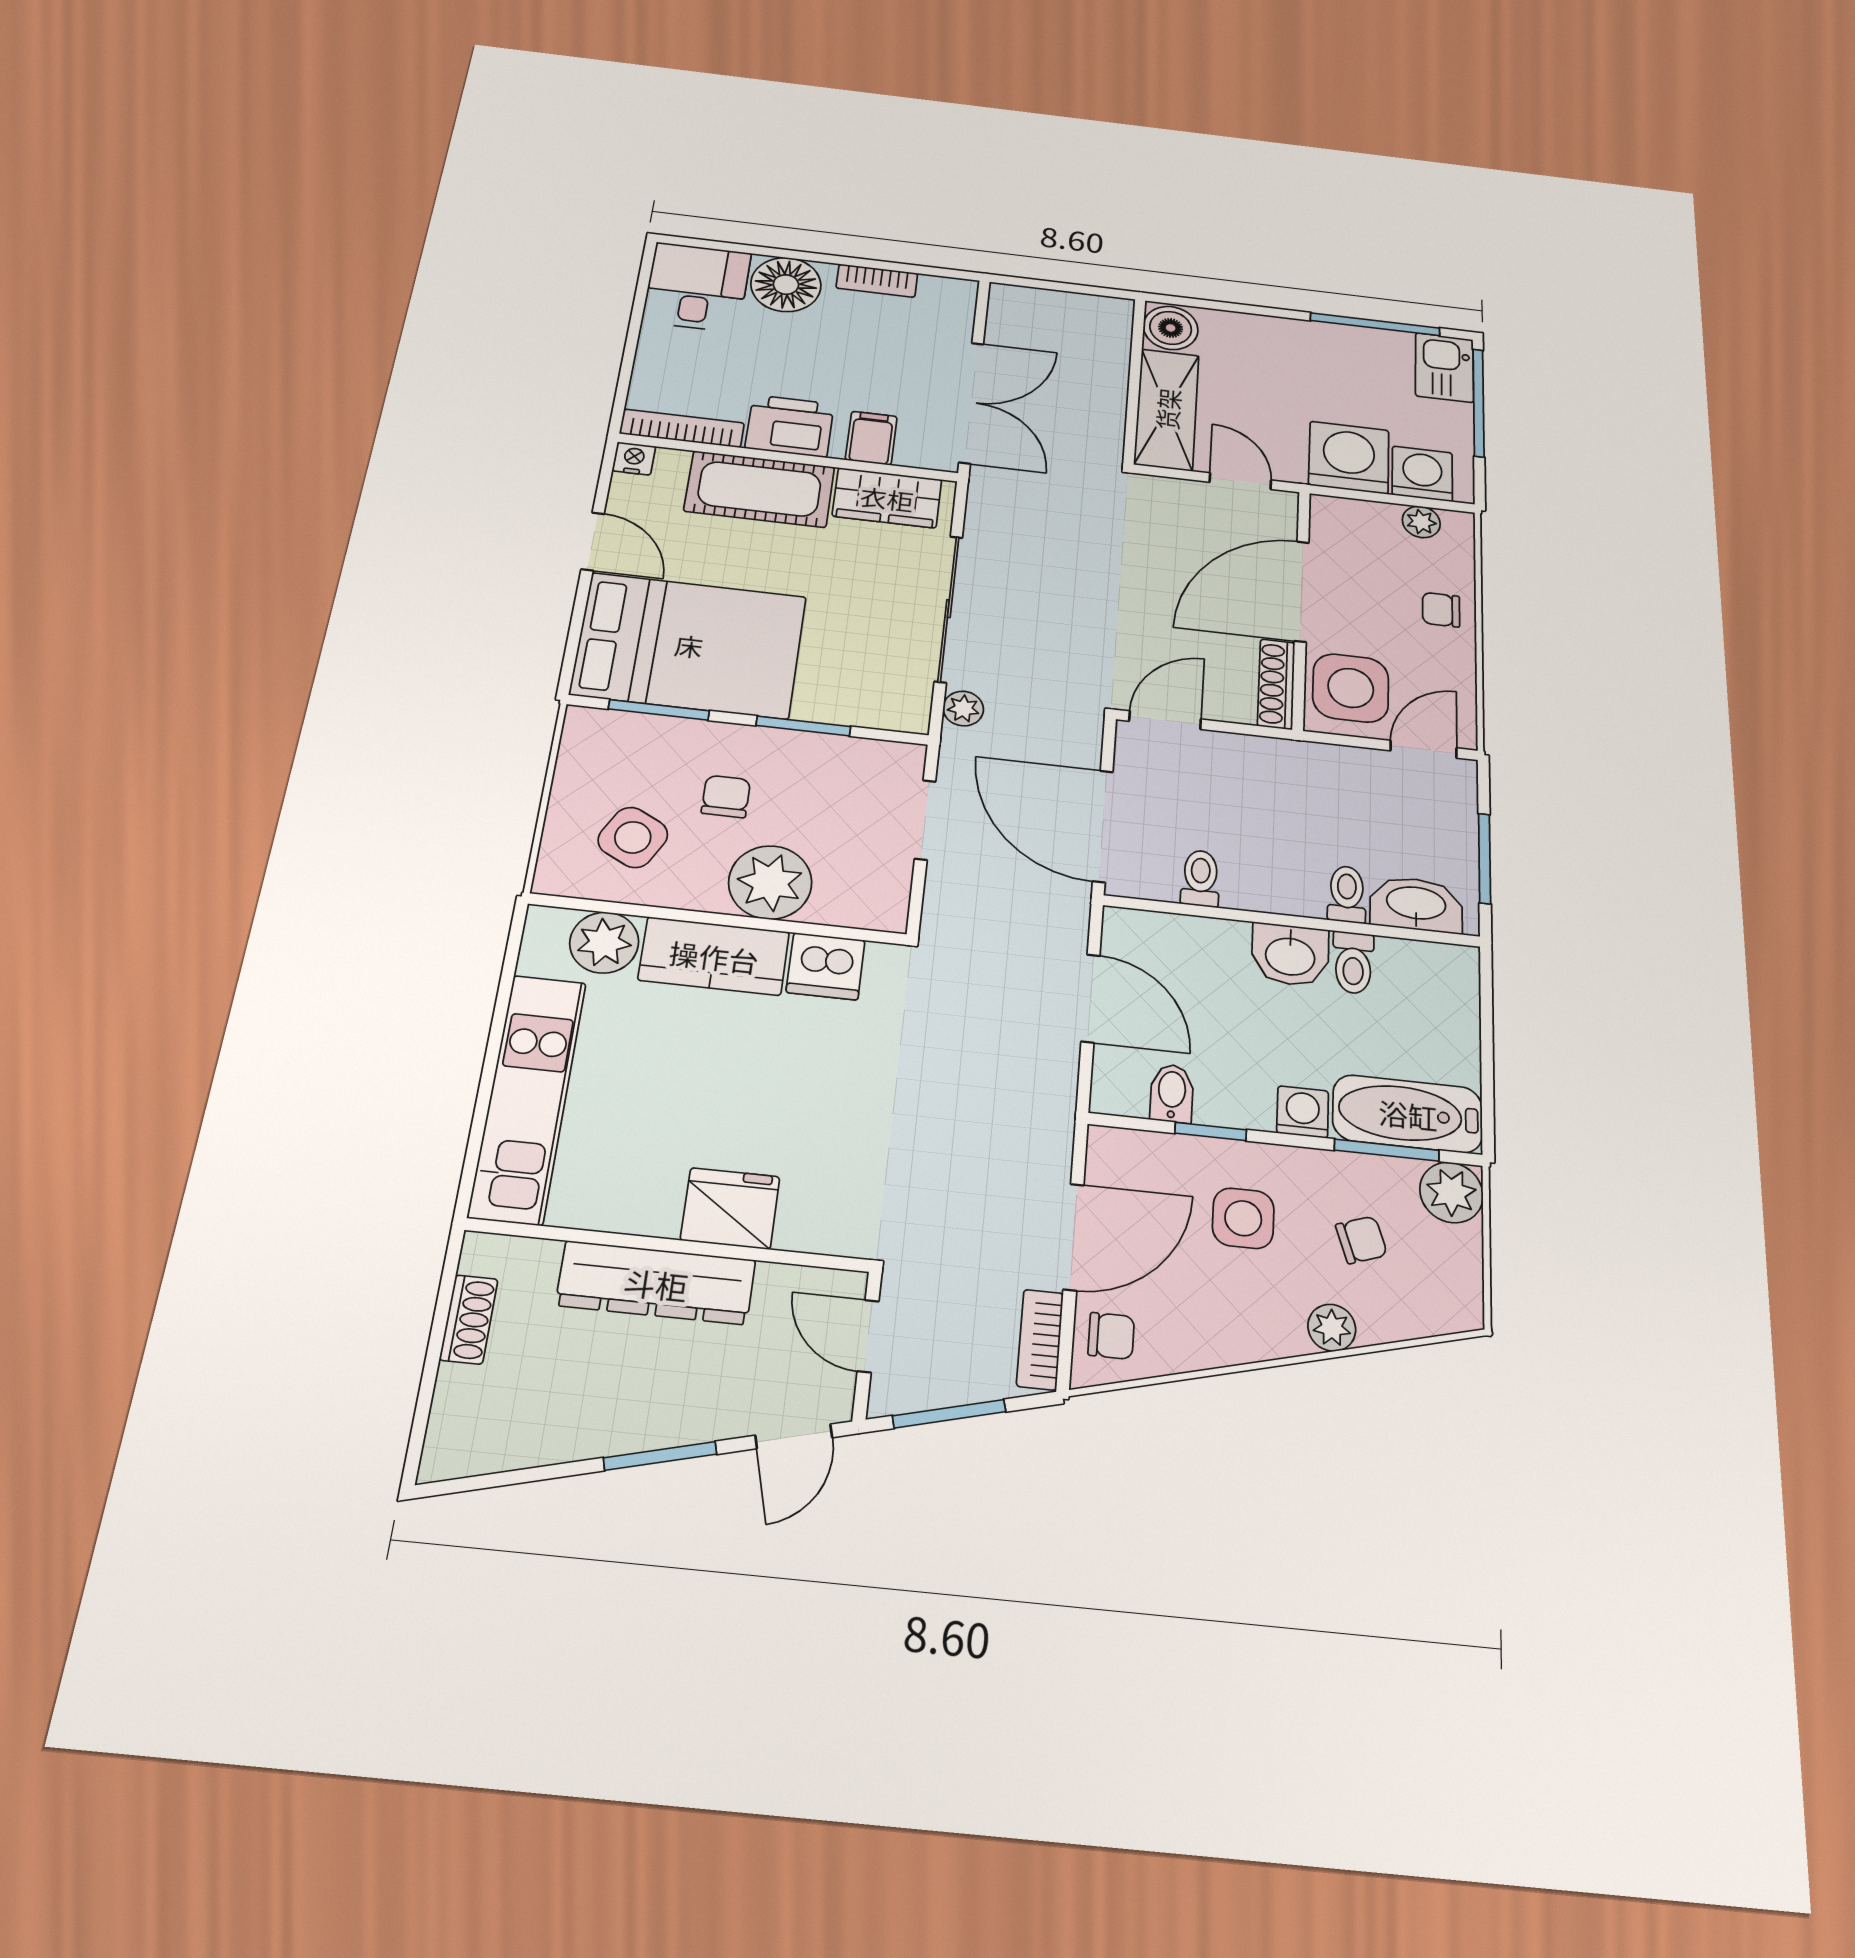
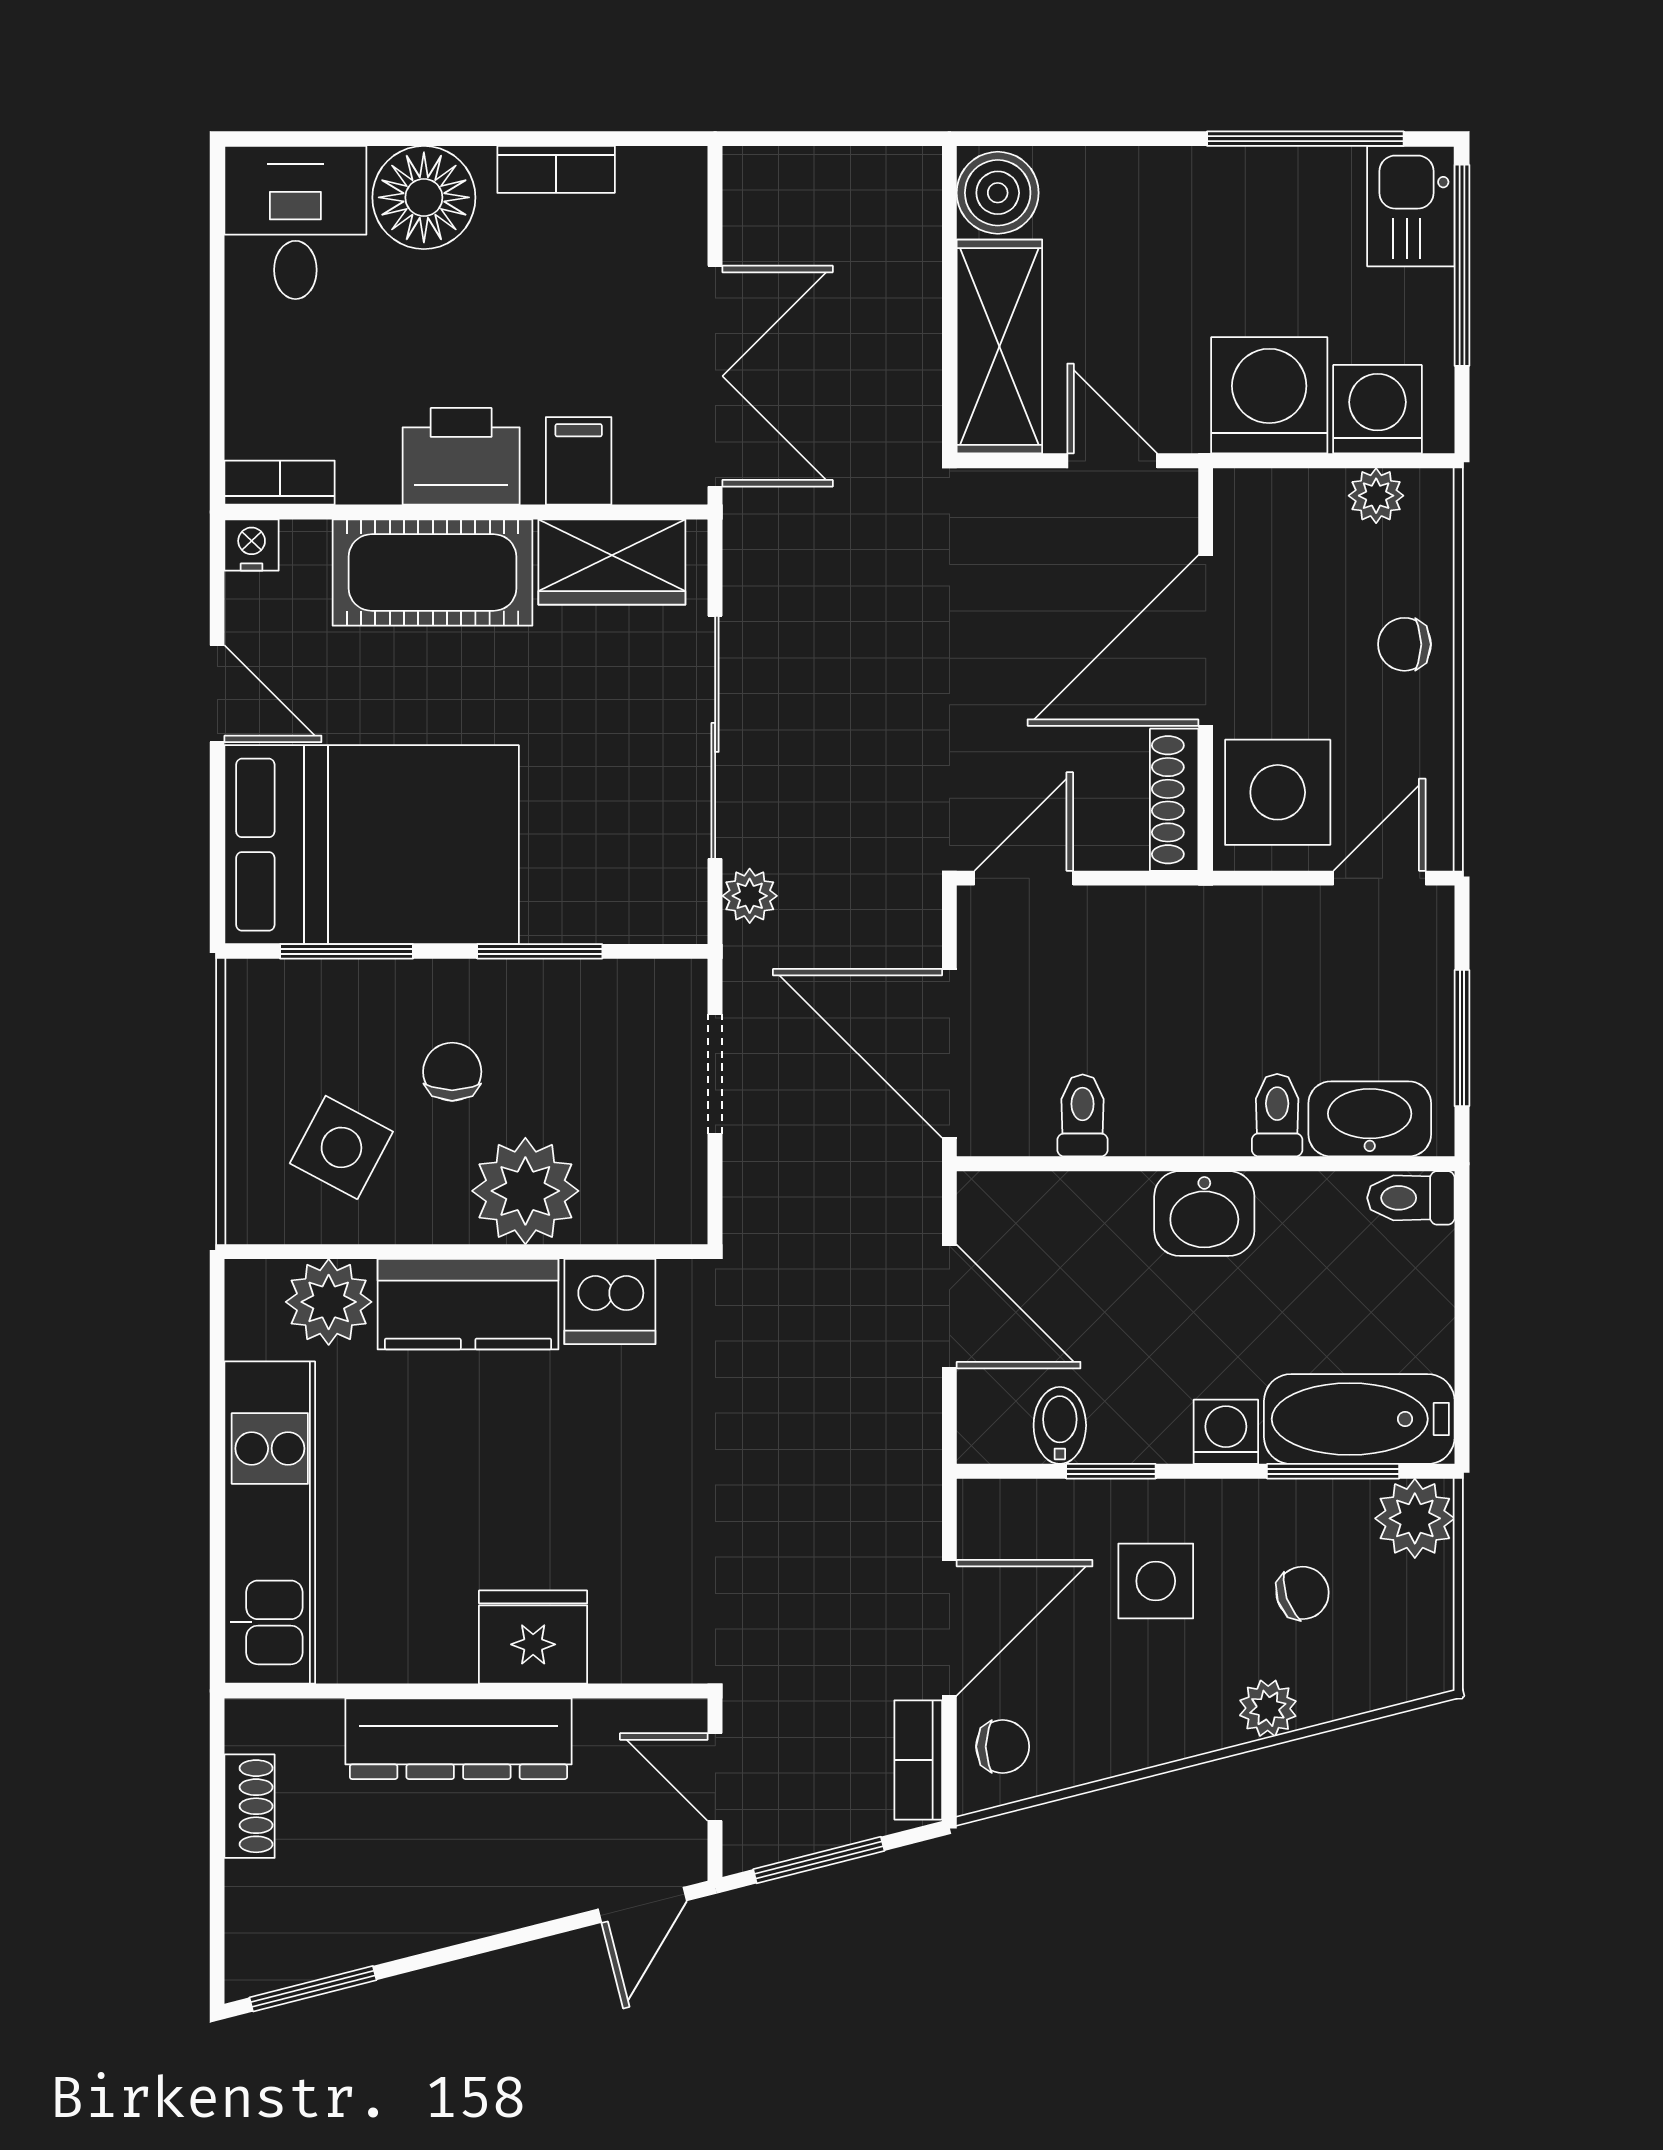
bookcase: (682, 428) -> (280, 483), width x0.64
toilet: (1353, 963) -> (1411, 1198), moved, turned 90
window: (660, 1456) -> (313, 1989), moved

